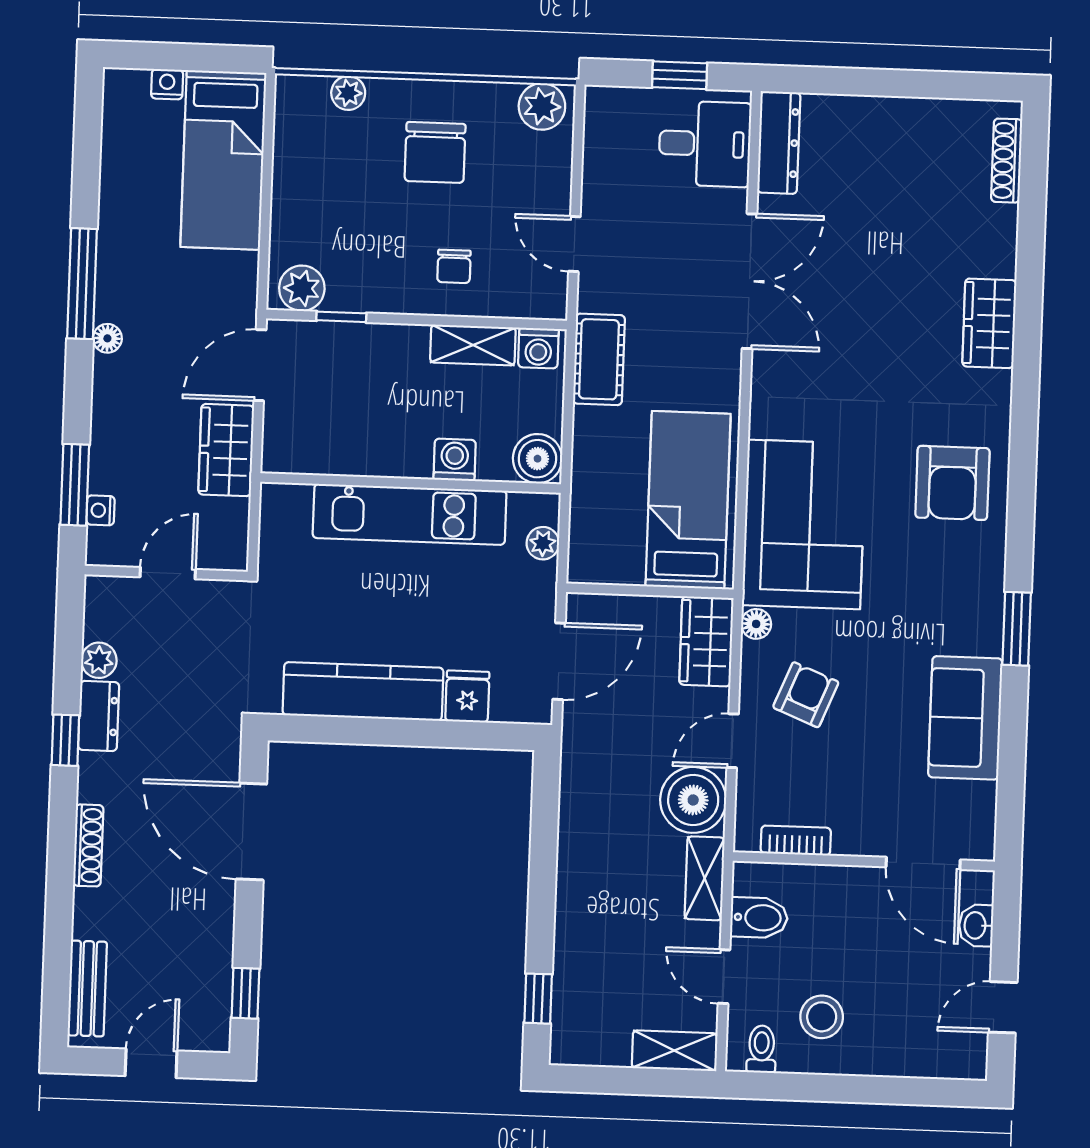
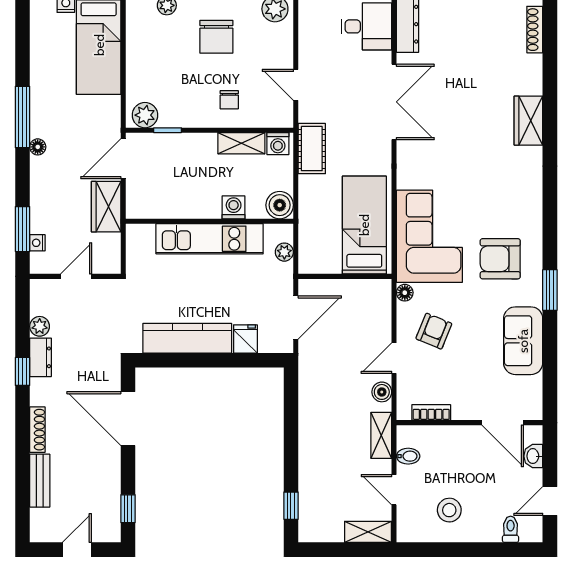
armchair: (952, 483) -> (500, 259), moved, turned 90
wardrobe: (706, 641) -> (377, 303), removed
boiler: (693, 800) -> (382, 392), width x0.54, depth x0.54
bidet: (759, 918) -> (408, 456), width x0.72, depth x0.74
bench: (87, 989) -> (40, 481), moved
toilet: (761, 1049) -> (511, 529), moved

